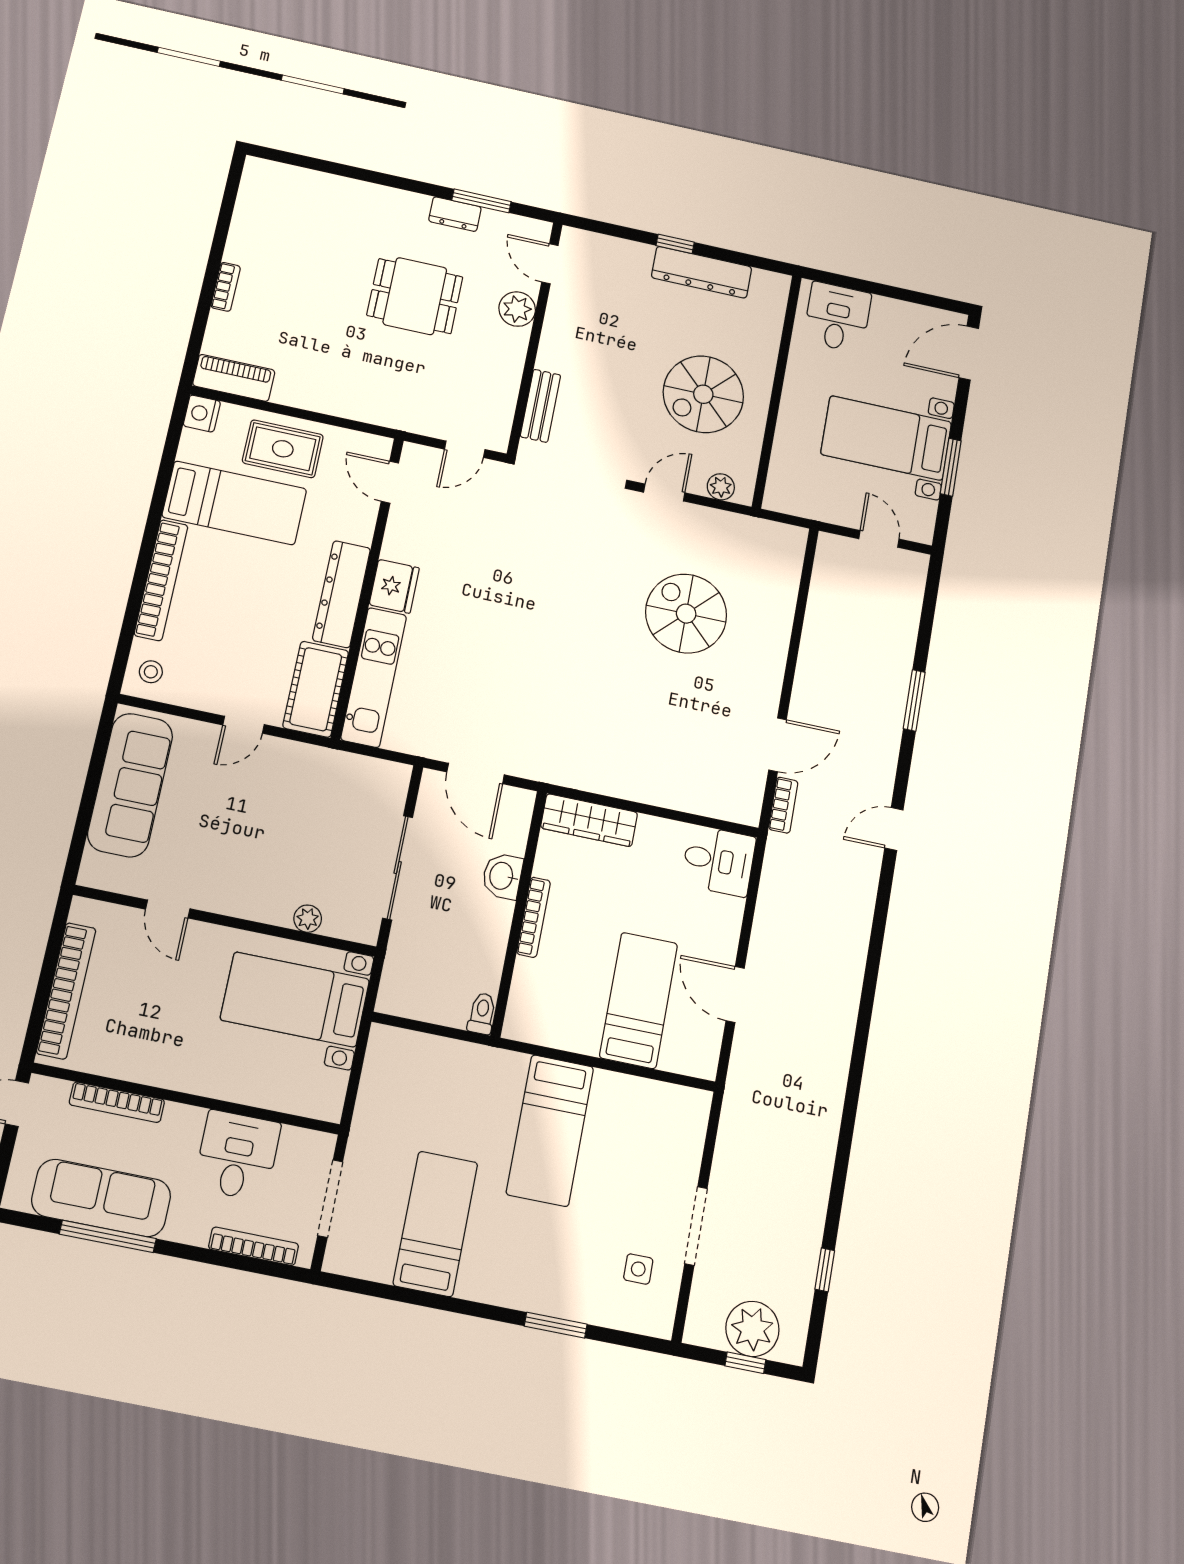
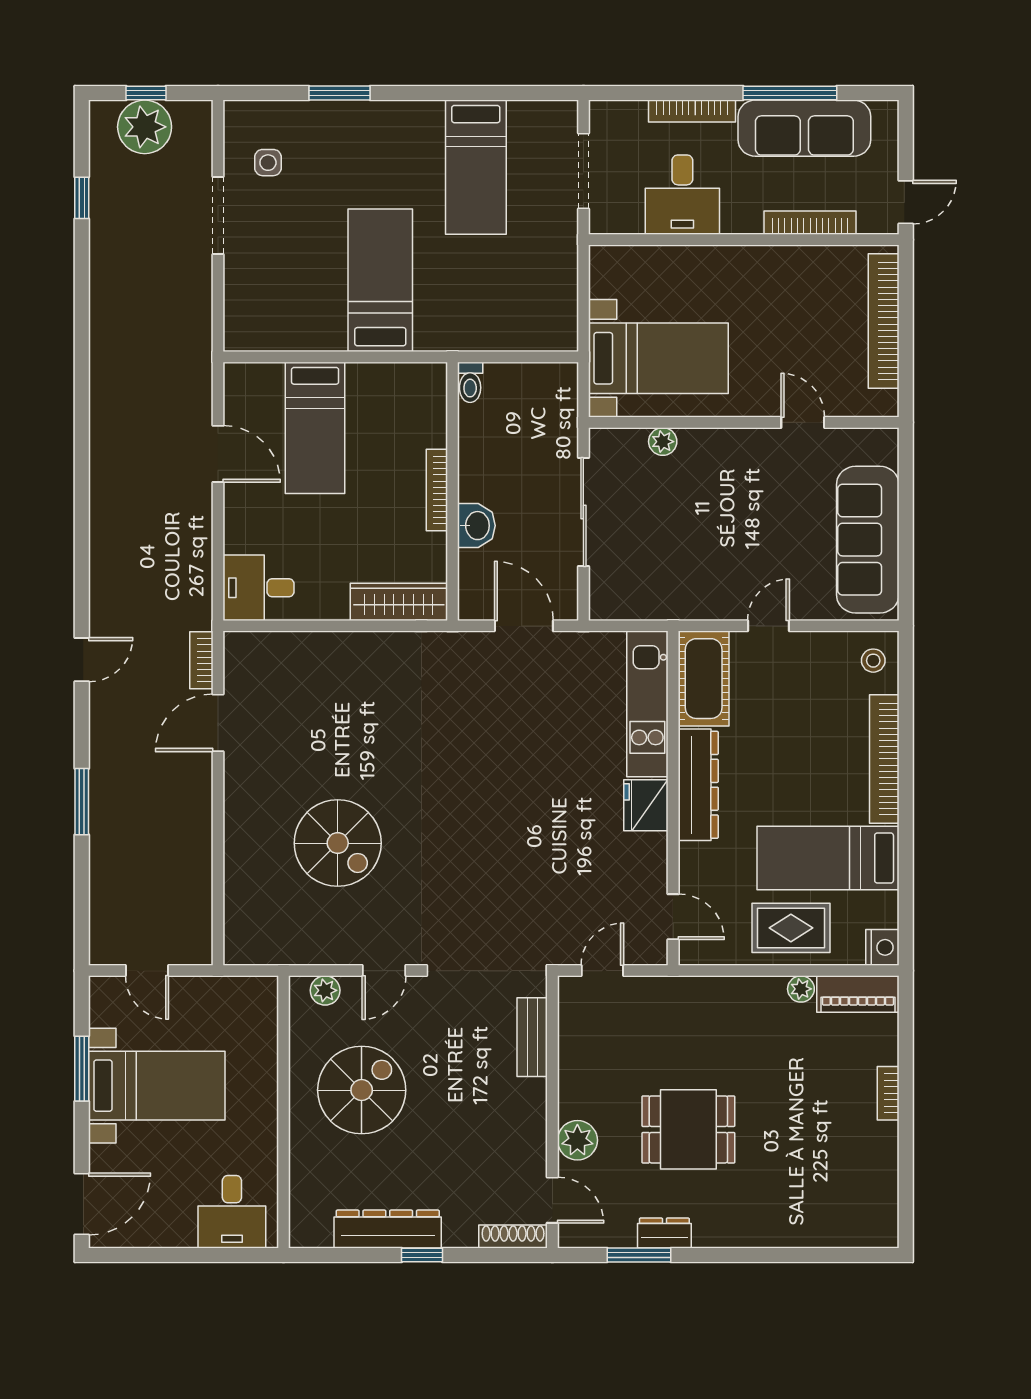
shoe rack: (591, 241) -> (513, 1237), added
plant: (285, 394) -> (801, 989), added
bookcase: (254, 1246) -> (692, 111), moved

